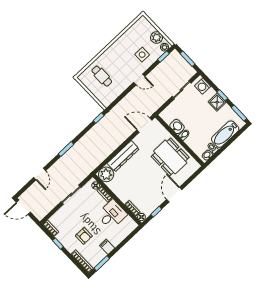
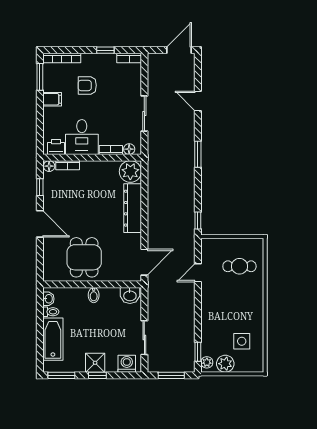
side table: (142, 55) -> (242, 341), moved
door: (139, 79) -> (198, 273), moved
washbasin: (177, 127) -> (130, 295), moved
dining table: (170, 157) -> (84, 257), width x0.73
printer: (129, 223) -> (56, 147), added

